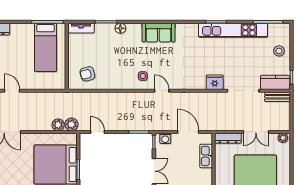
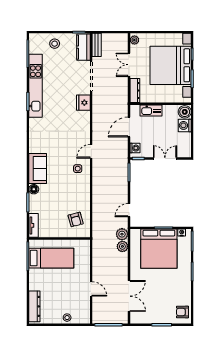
sofa: (158, 33) -> (38, 169), moved
door: (12, 91) -> (91, 289), swing flipped
double door: (256, 132) -> (129, 65), swing flipped

